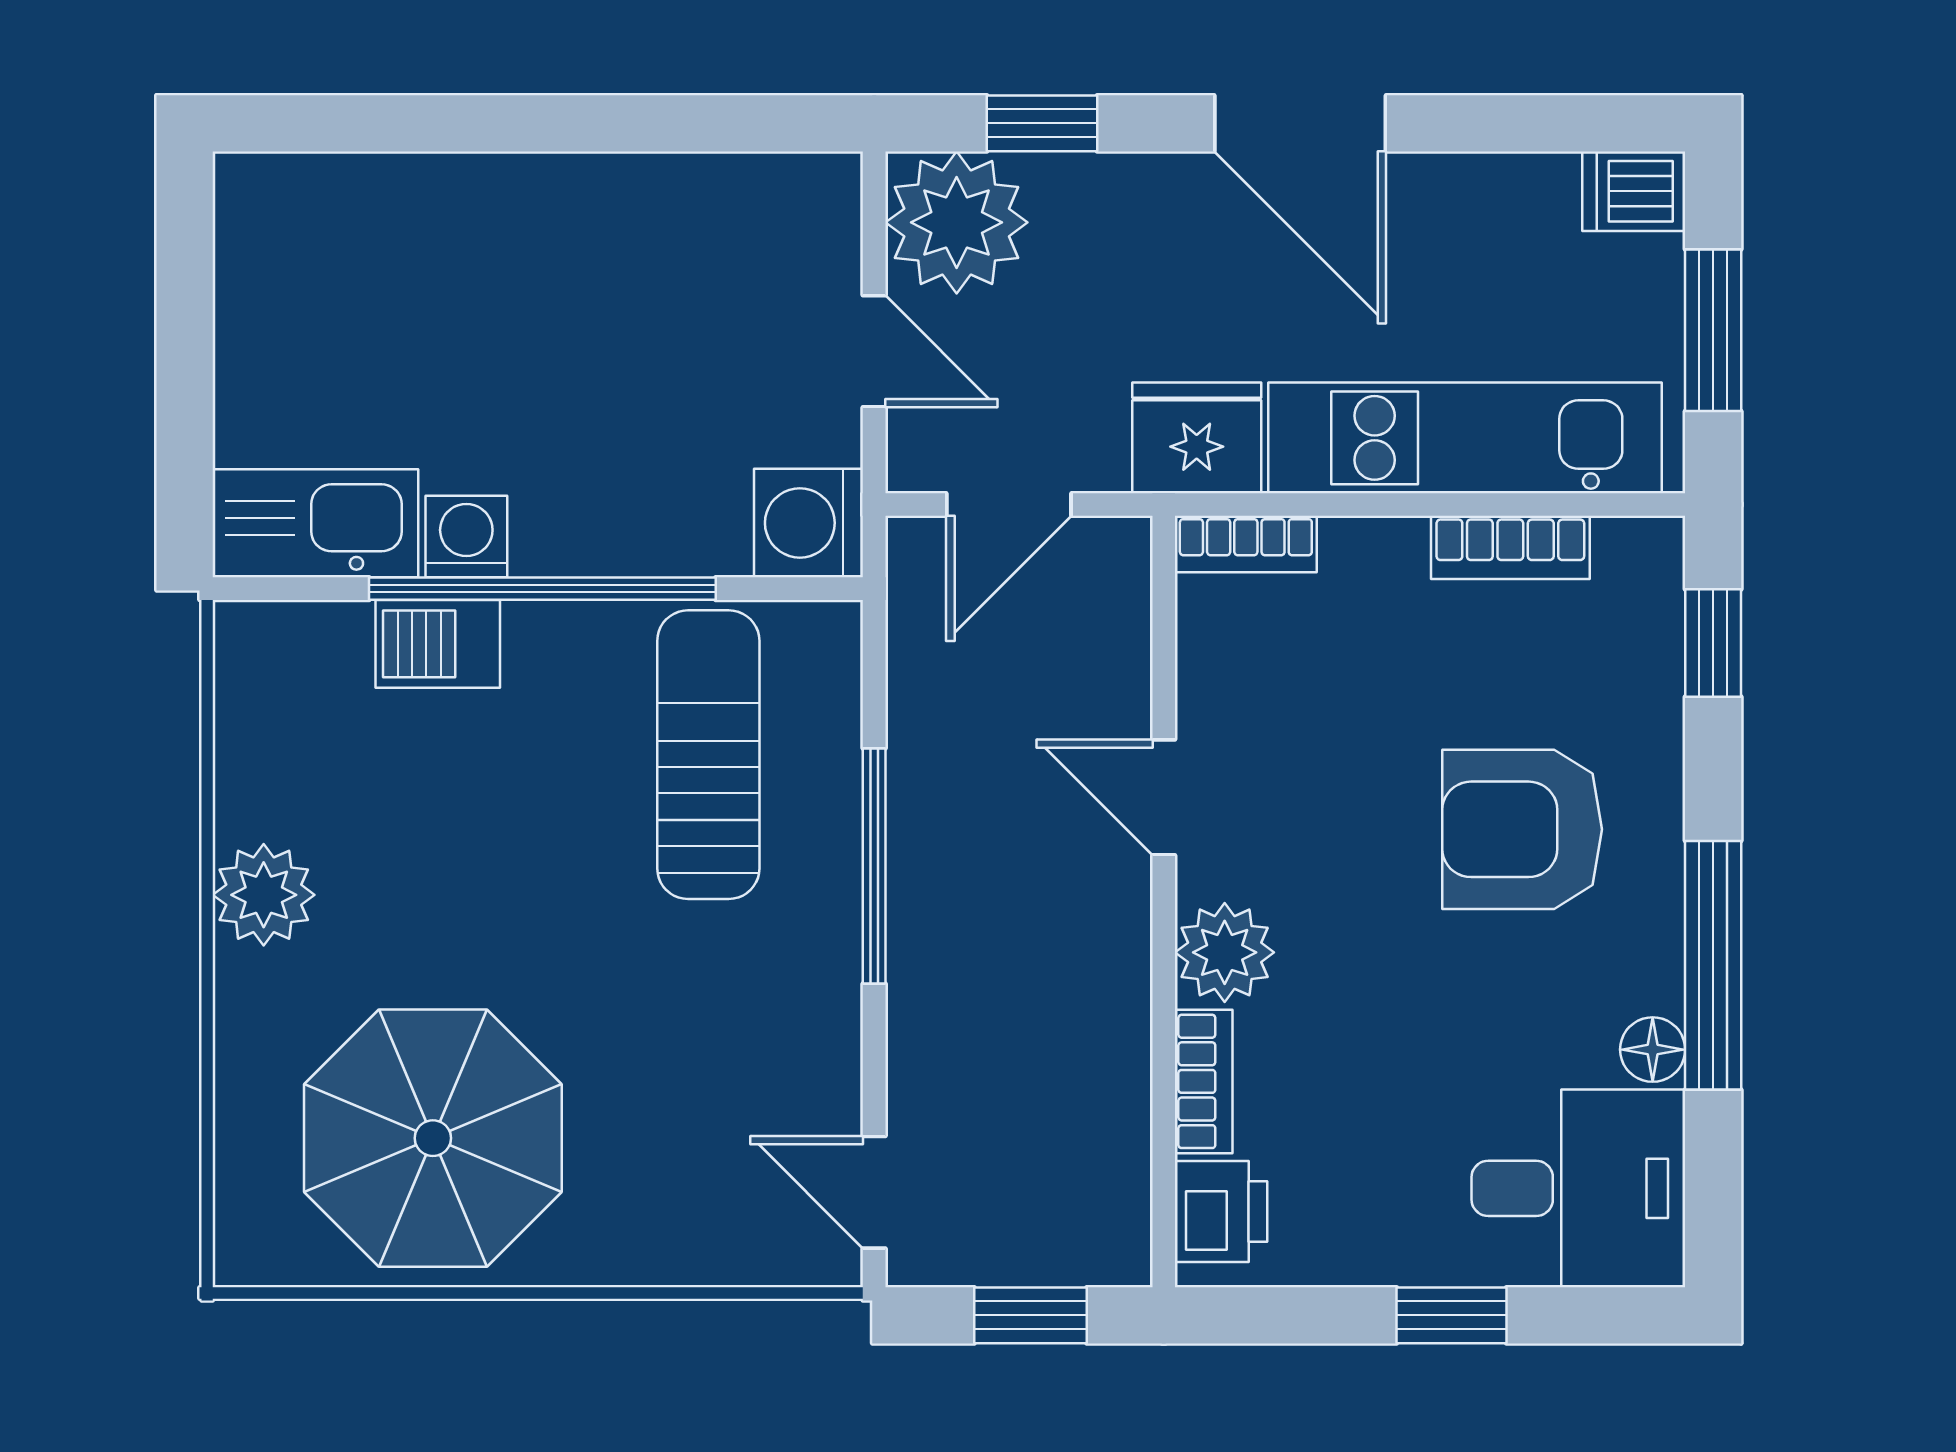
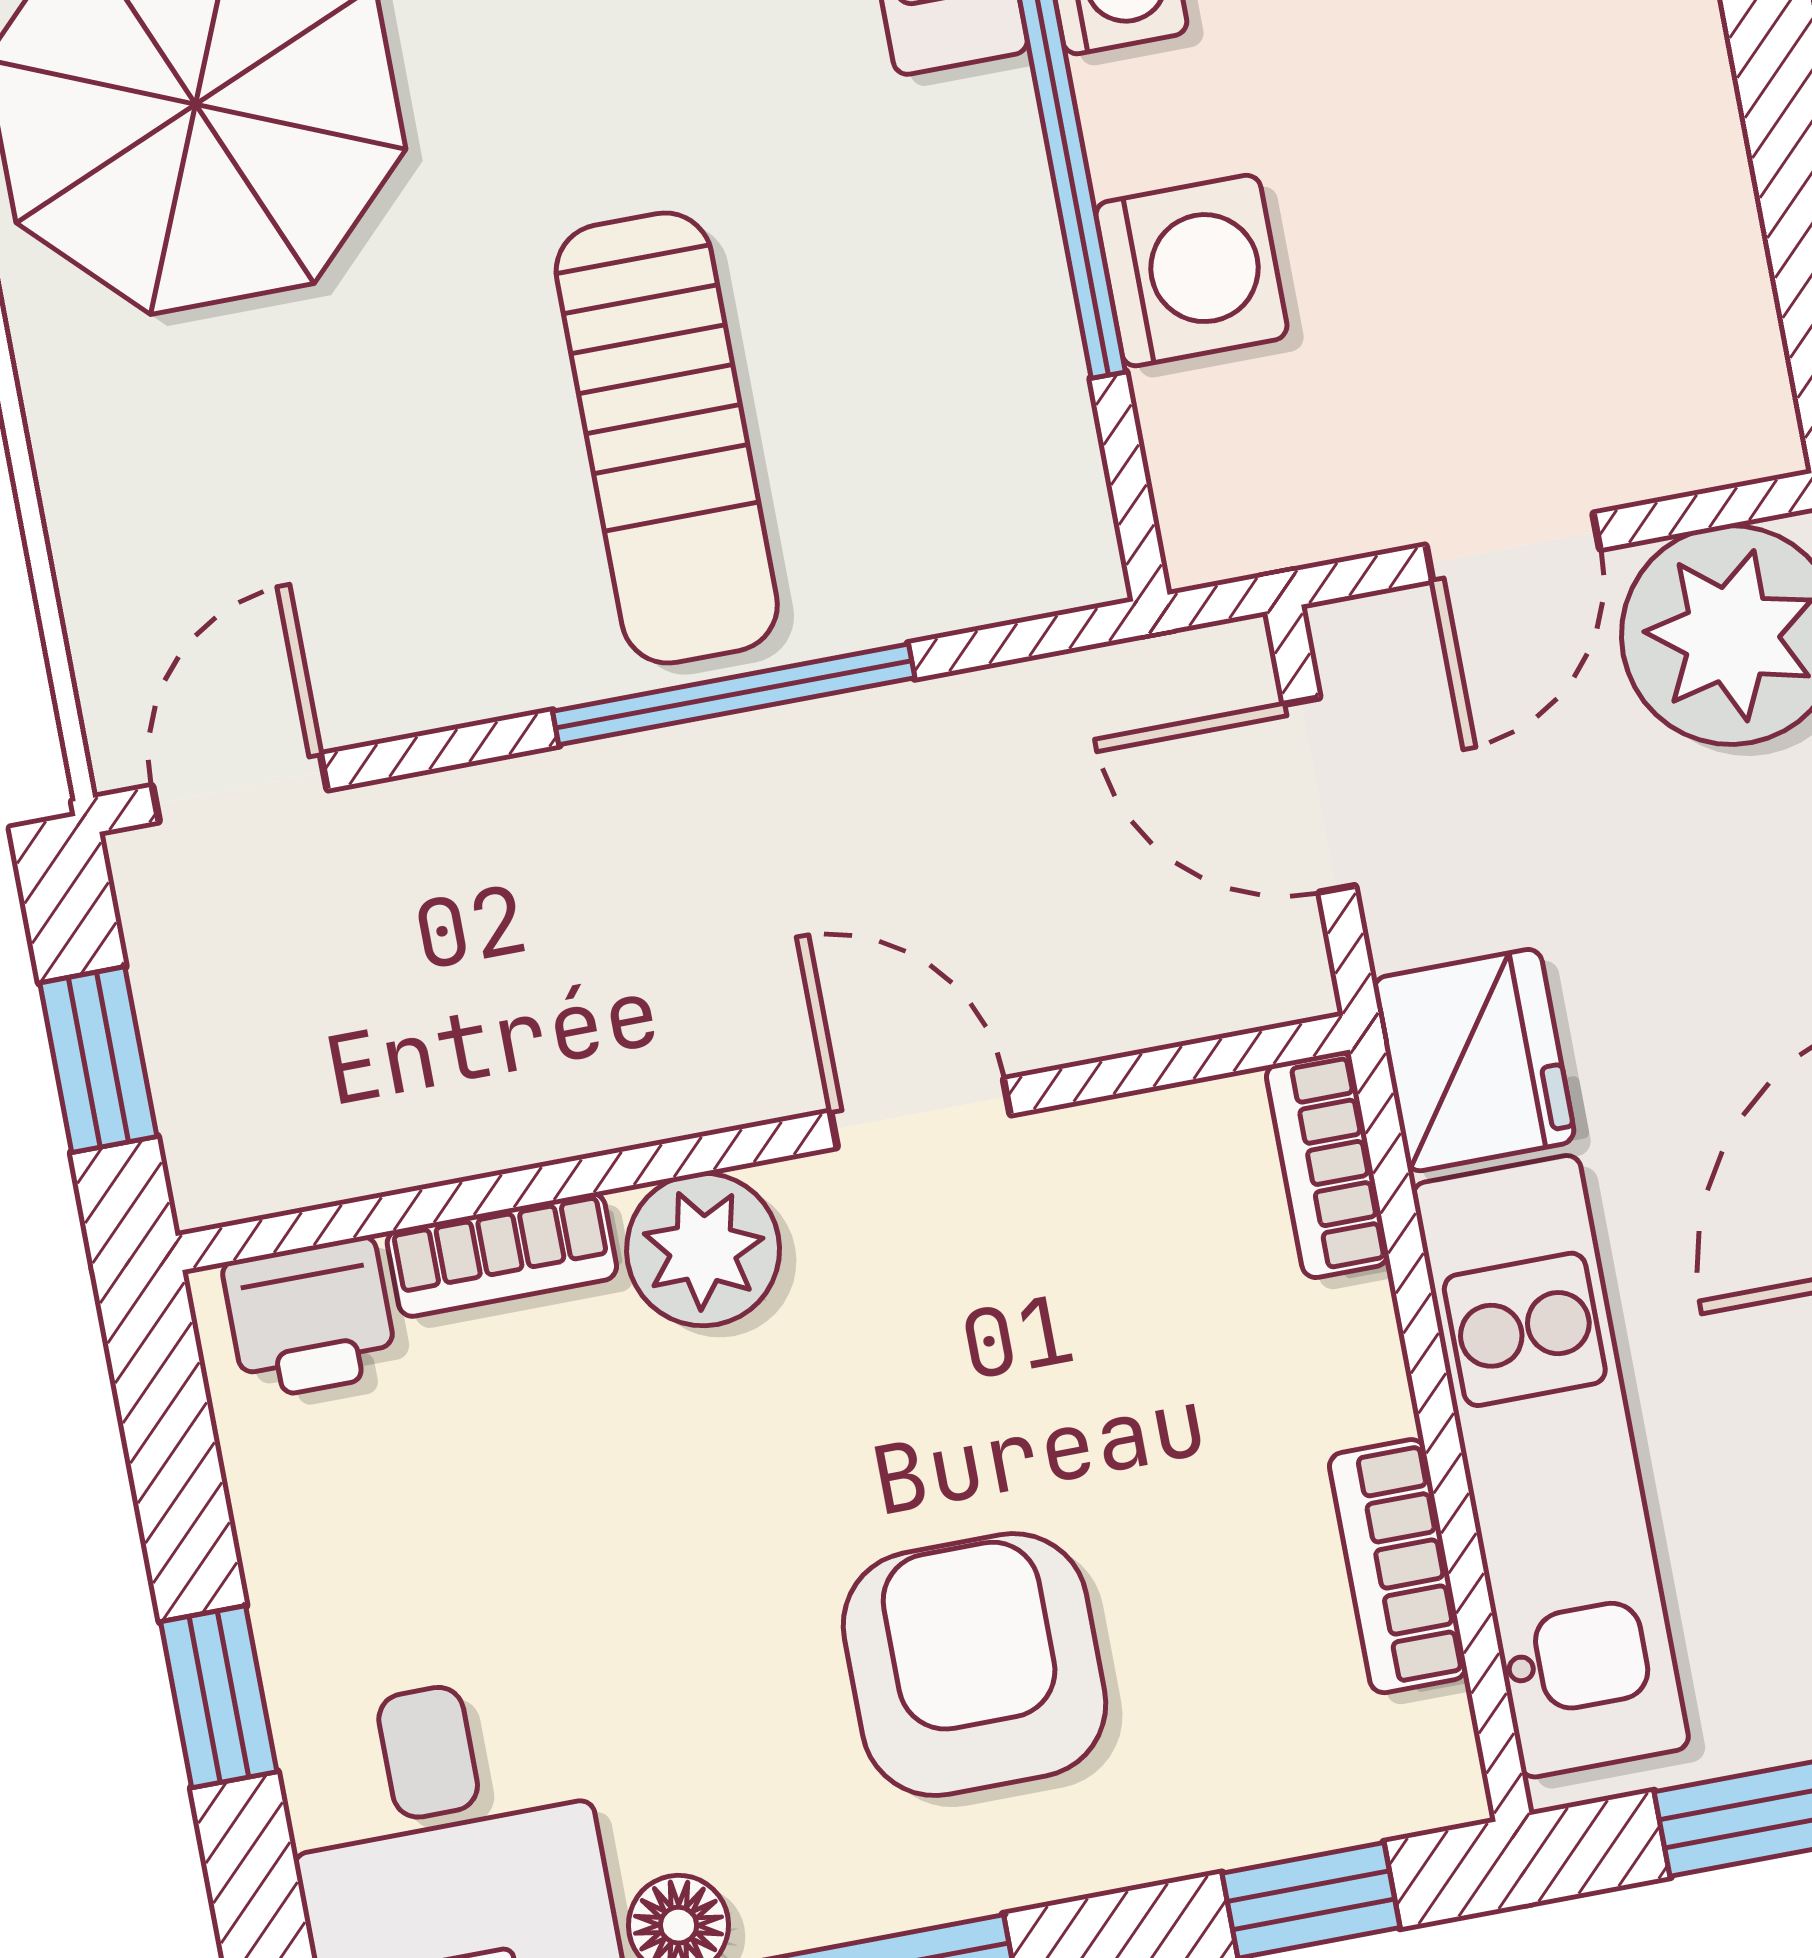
washing machine: (809, 523) -> (1191, 271), moved, turned 90
sun lounger: (708, 755) -> (667, 438), moved, turned 90
door: (1164, 797) -> (920, 1113), hinge flipped

